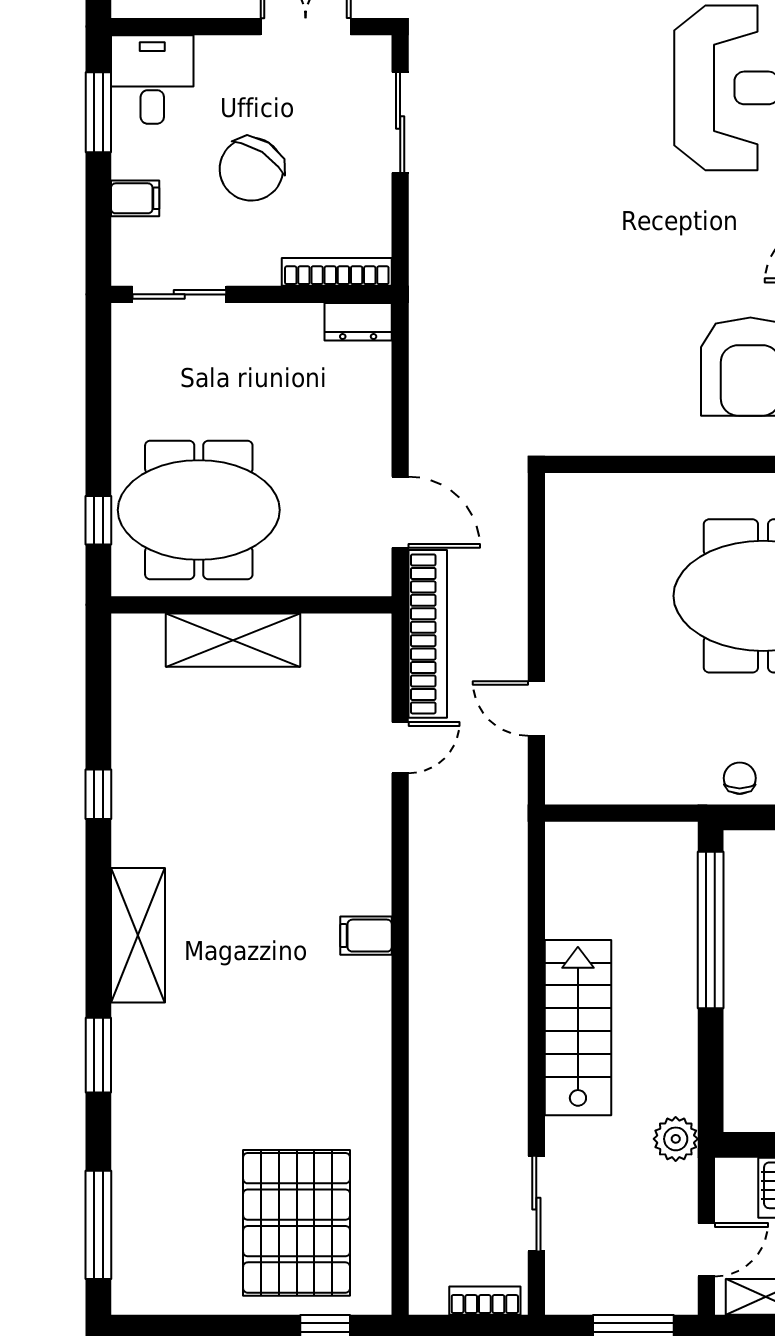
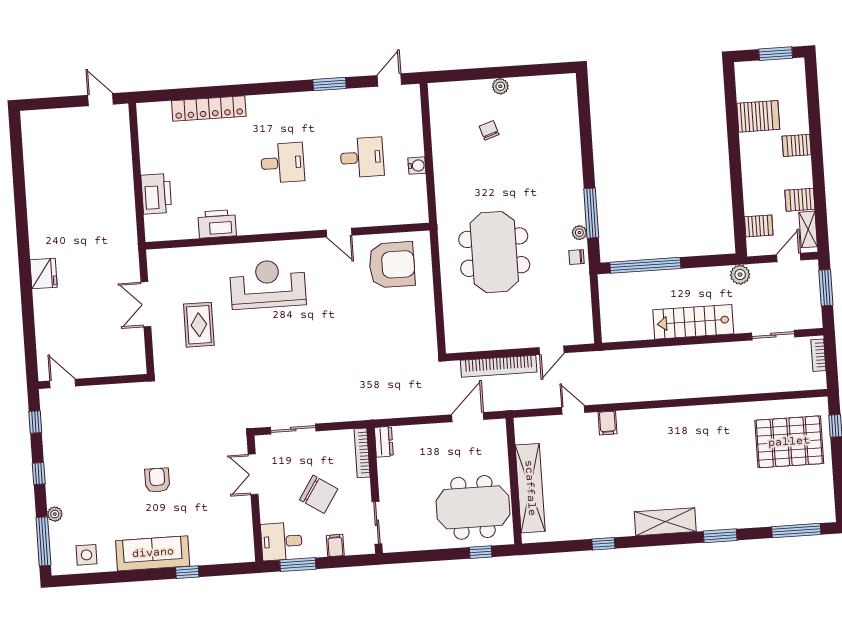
meeting table: (199, 510) -> (473, 507), turned 90
bookcase: (428, 634) -> (499, 366), moved, turned 180
shelving: (233, 640) -> (530, 488), width x1.47
filing cabinet: (366, 936) -> (607, 423), moved
door: (706, 1250) -> (789, 257), hinge flipped

